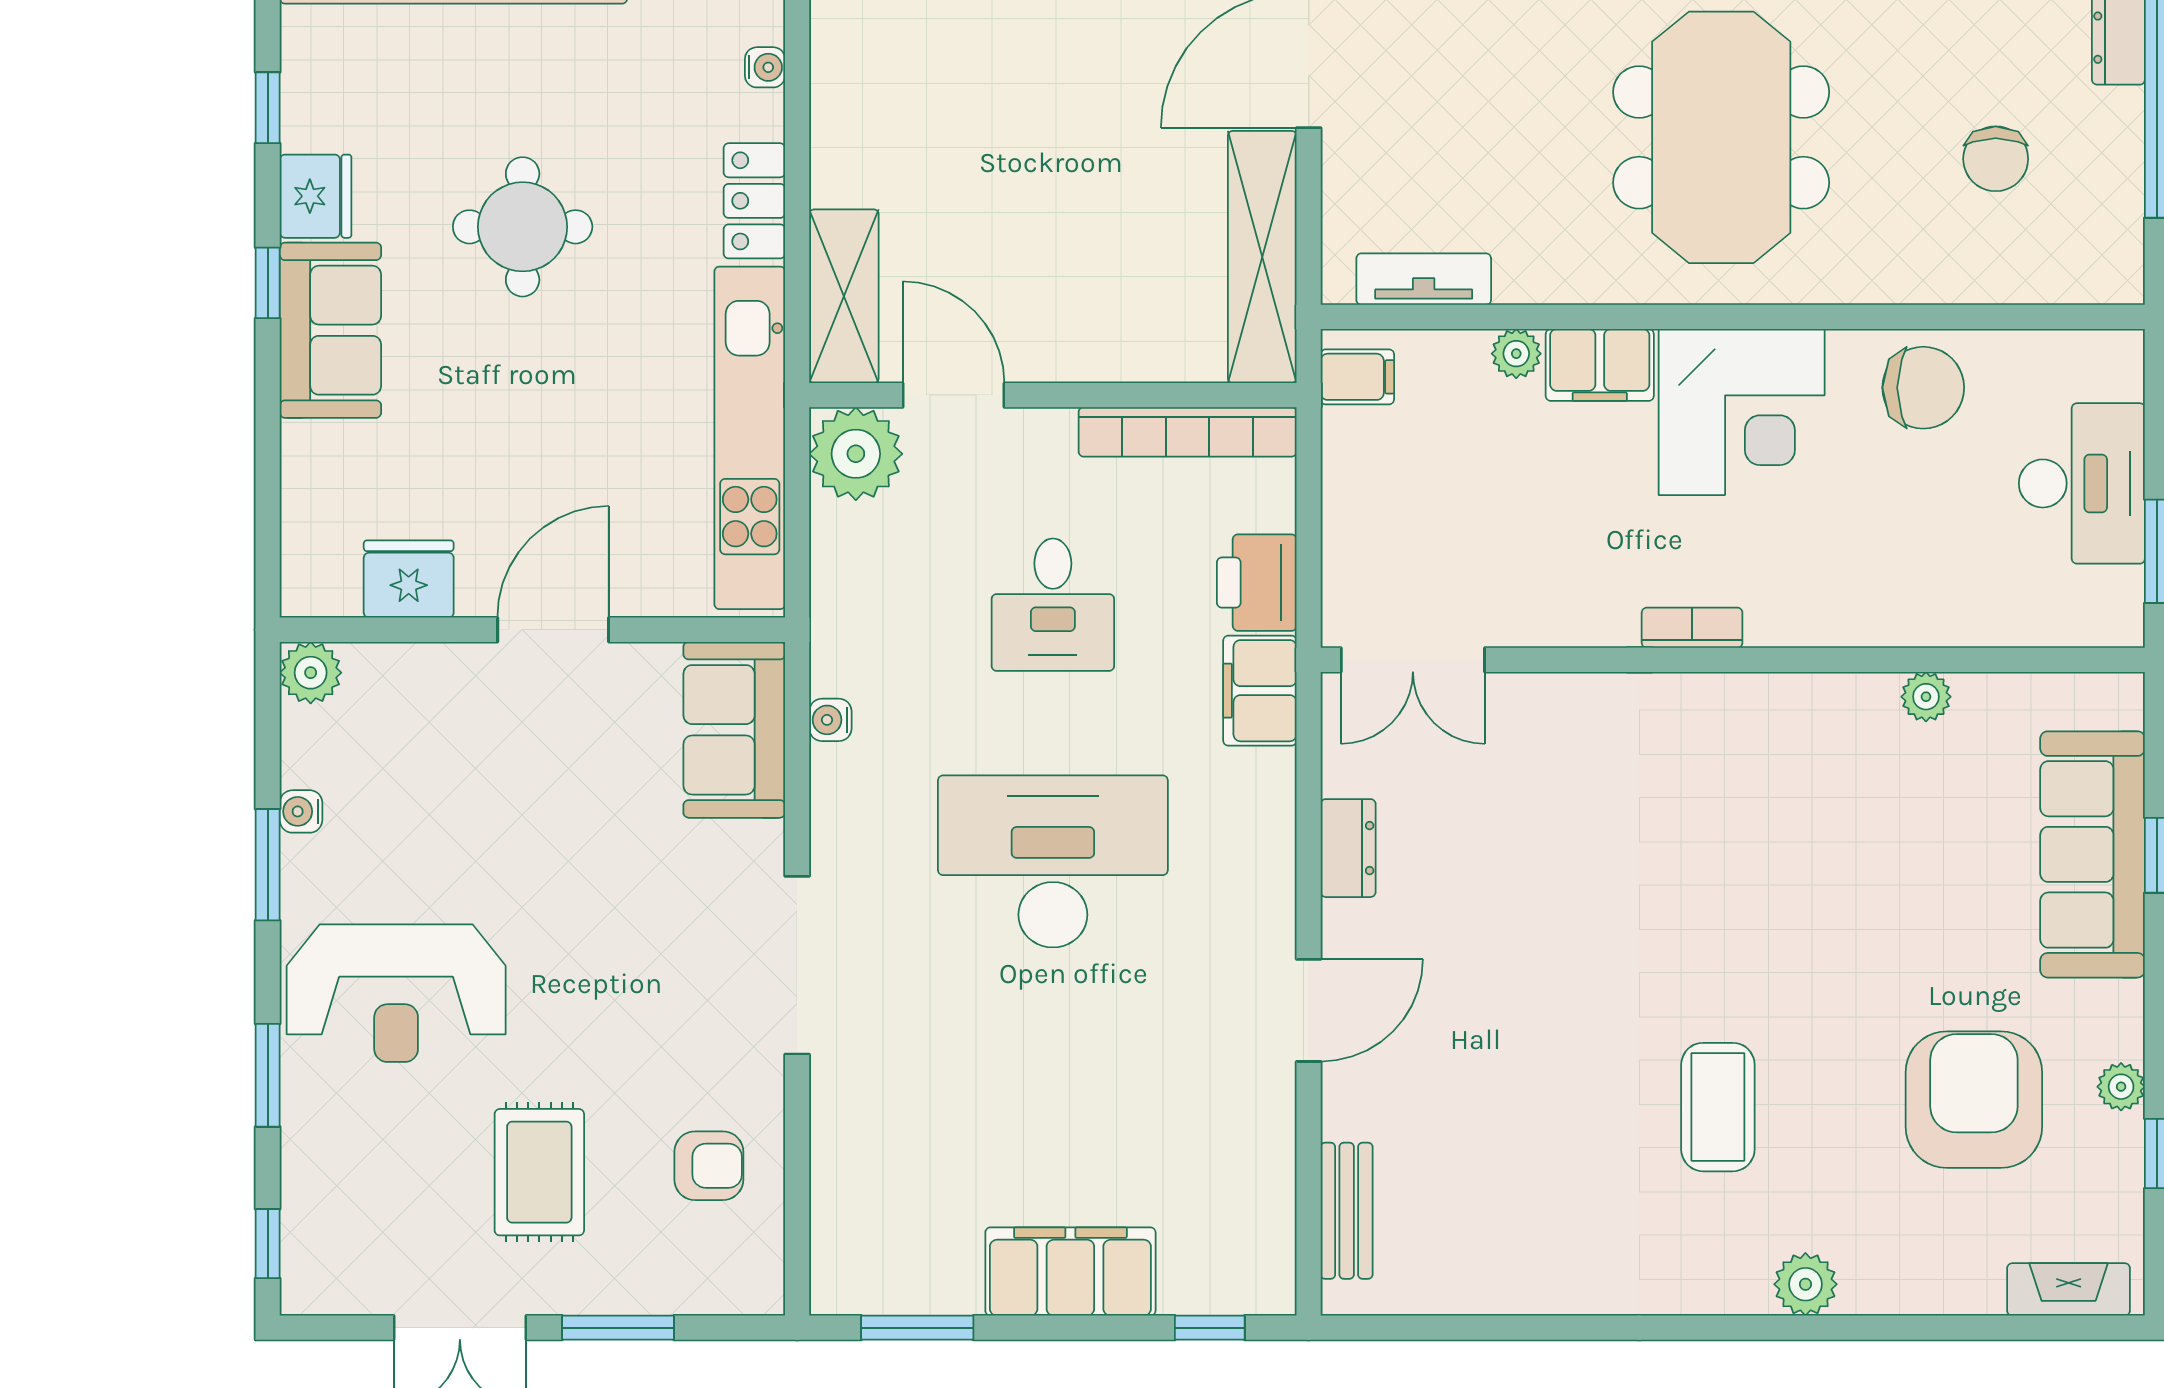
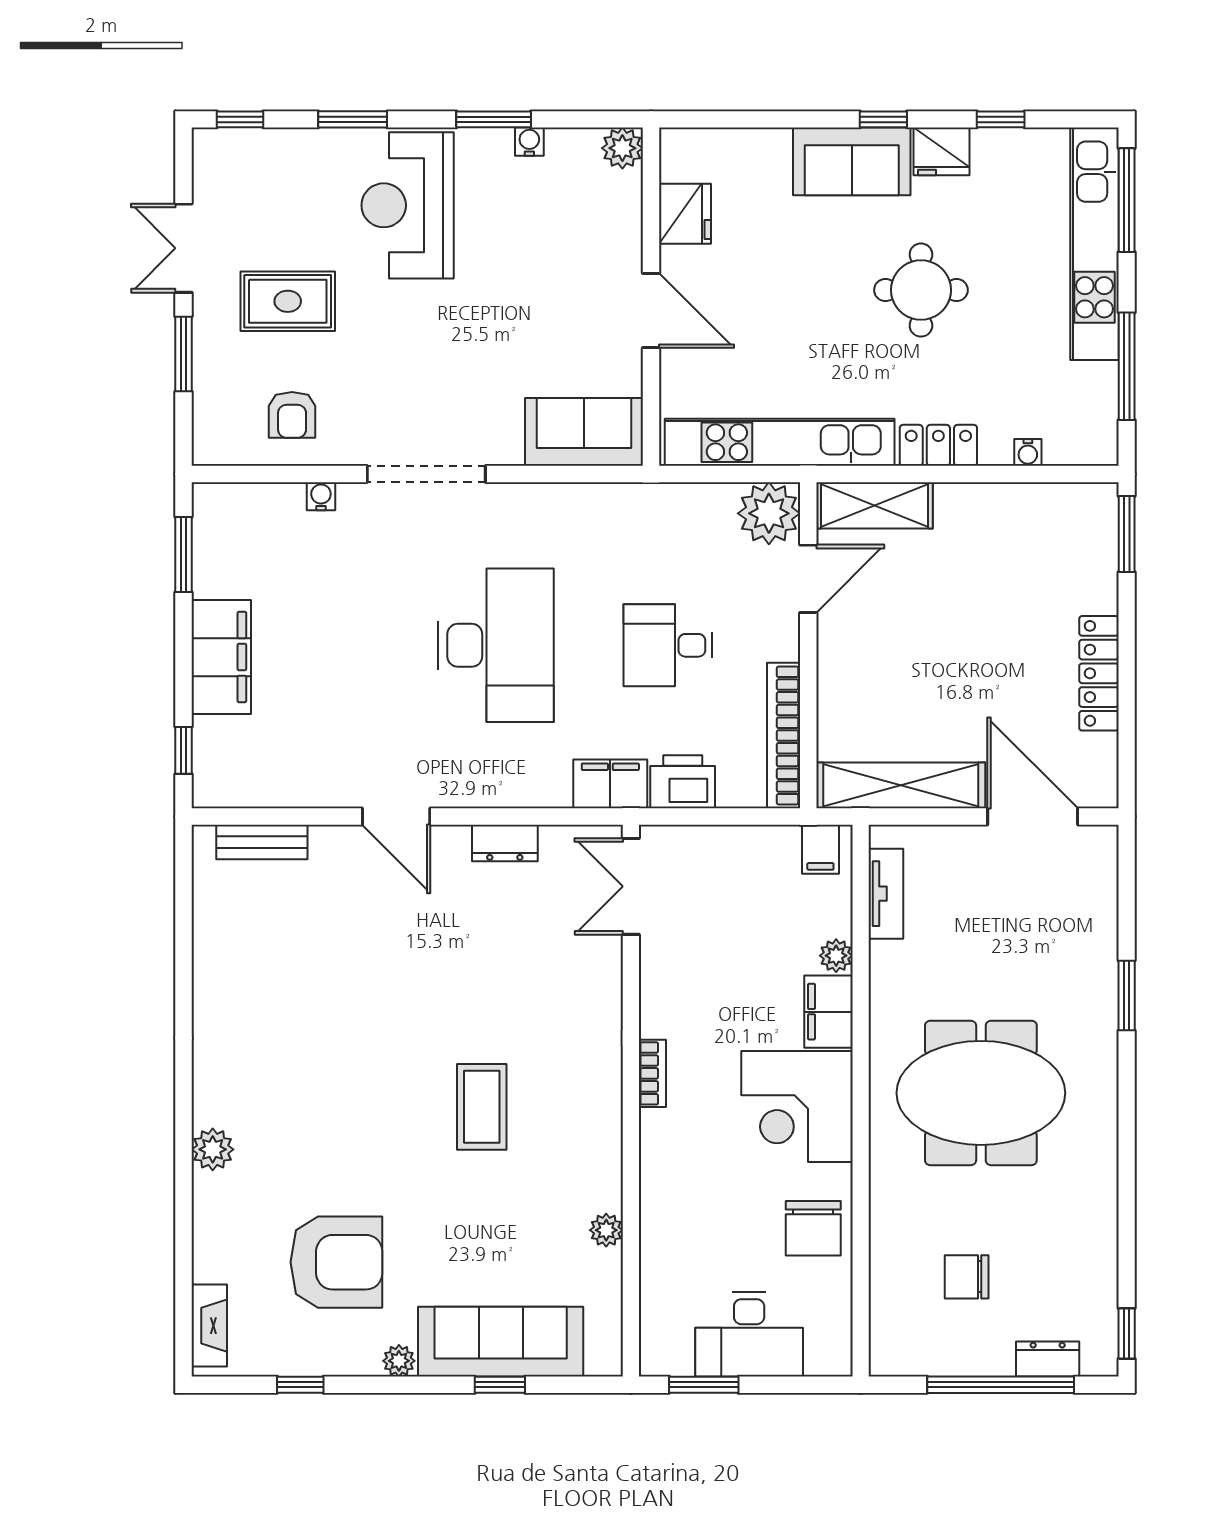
water cooler: (830, 720) -> (321, 496), moved
plant: (2121, 1087) -> (399, 1361), moved
coffee table: (1718, 1107) -> (482, 1107), moved, turned 90

